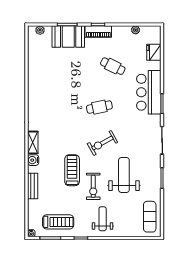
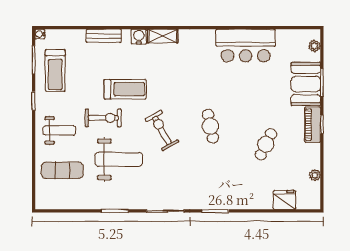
bar counter: (149, 92) -> (246, 46), moved, turned 180
exercise bike: (93, 186) -> (103, 118), turned 180
exercise mat: (150, 217) -> (62, 170), moved

